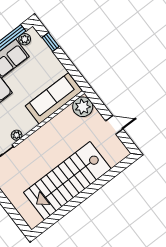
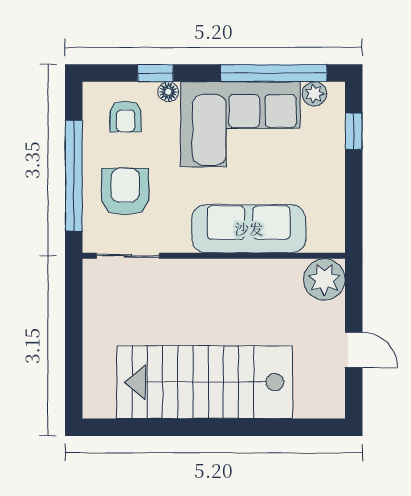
sofa: (54, 98) -> (249, 229), moved
plant: (17, 135) -> (179, 242), removed

